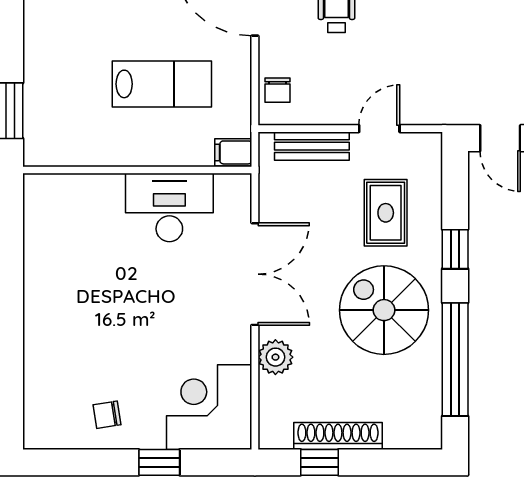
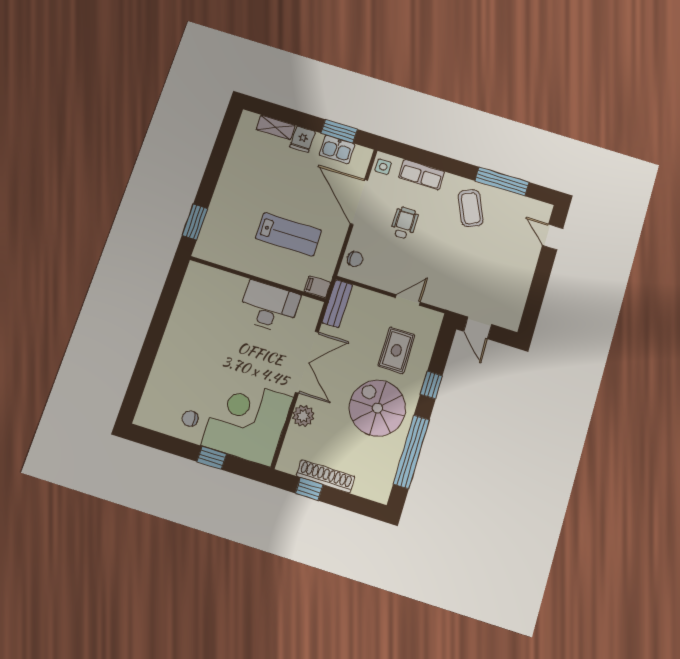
chair: (277, 90) -> (355, 259), turned -90
bench: (312, 146) -> (337, 304), moved, turned 90
corner desk: (209, 407) -> (247, 421), width x1.36, depth x1.36

